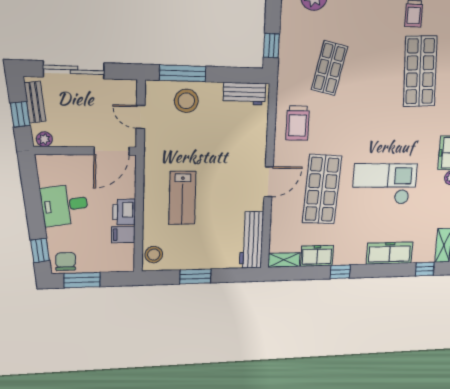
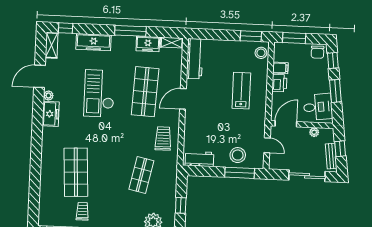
window: (272, 46) -> (181, 205), moved
plant: (44, 139) -> (314, 132), moved
checkout: (385, 184) -> (99, 93), turned 90
window: (33, 205) -> (335, 91), added
desk: (64, 205) -> (318, 107), moved
window: (340, 272) -> (130, 31), width x2.17
window: (195, 276) -> (251, 36), moved
window: (82, 280) -> (294, 38), moved

